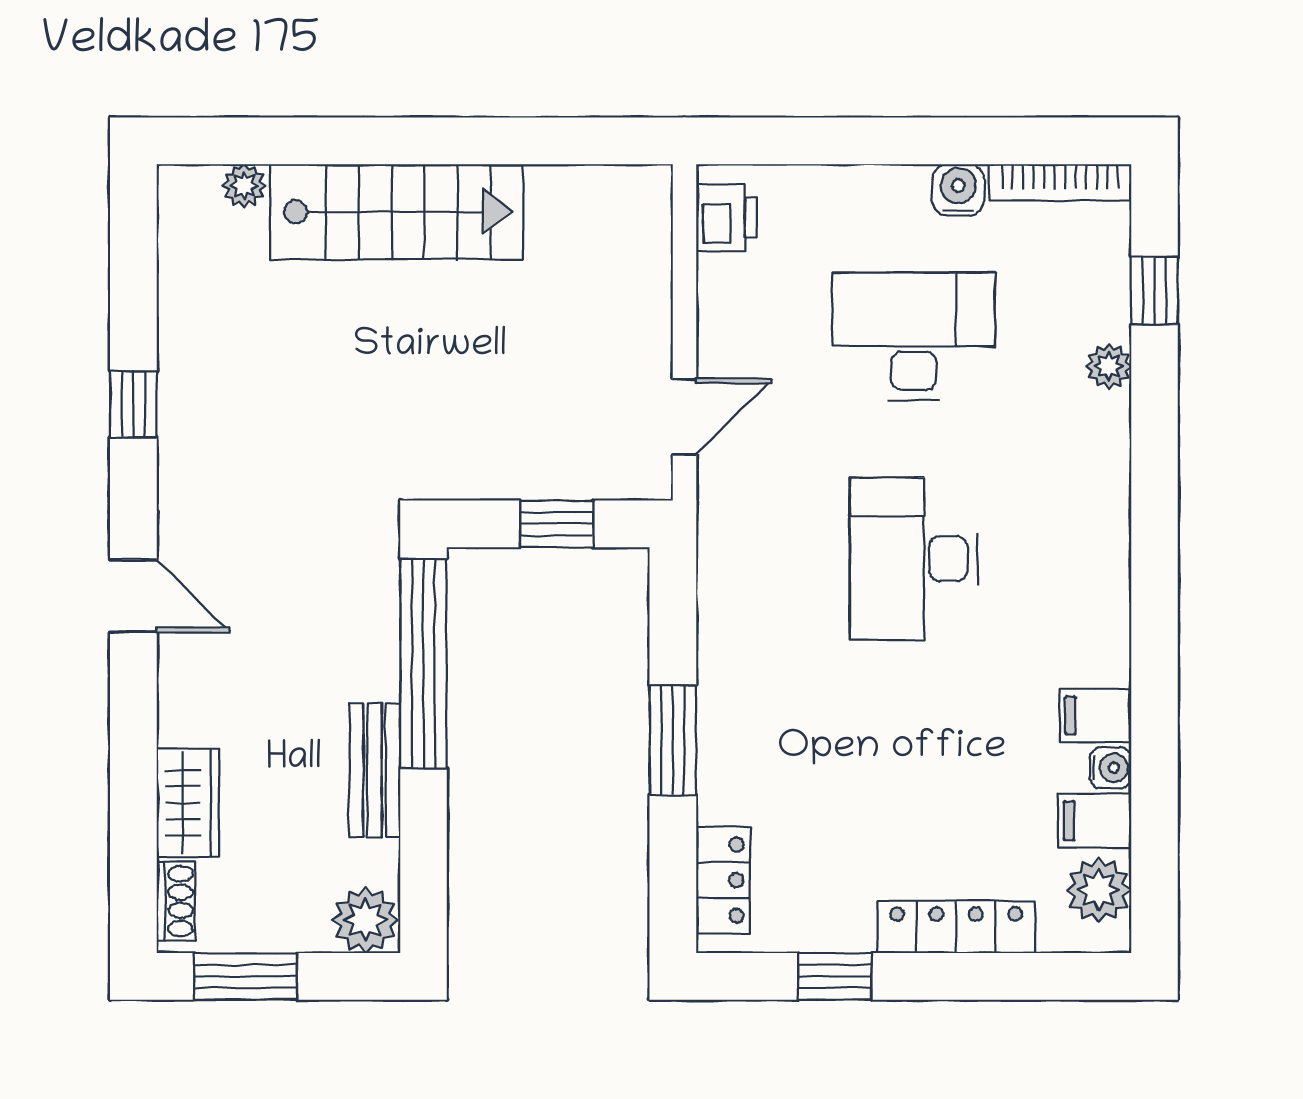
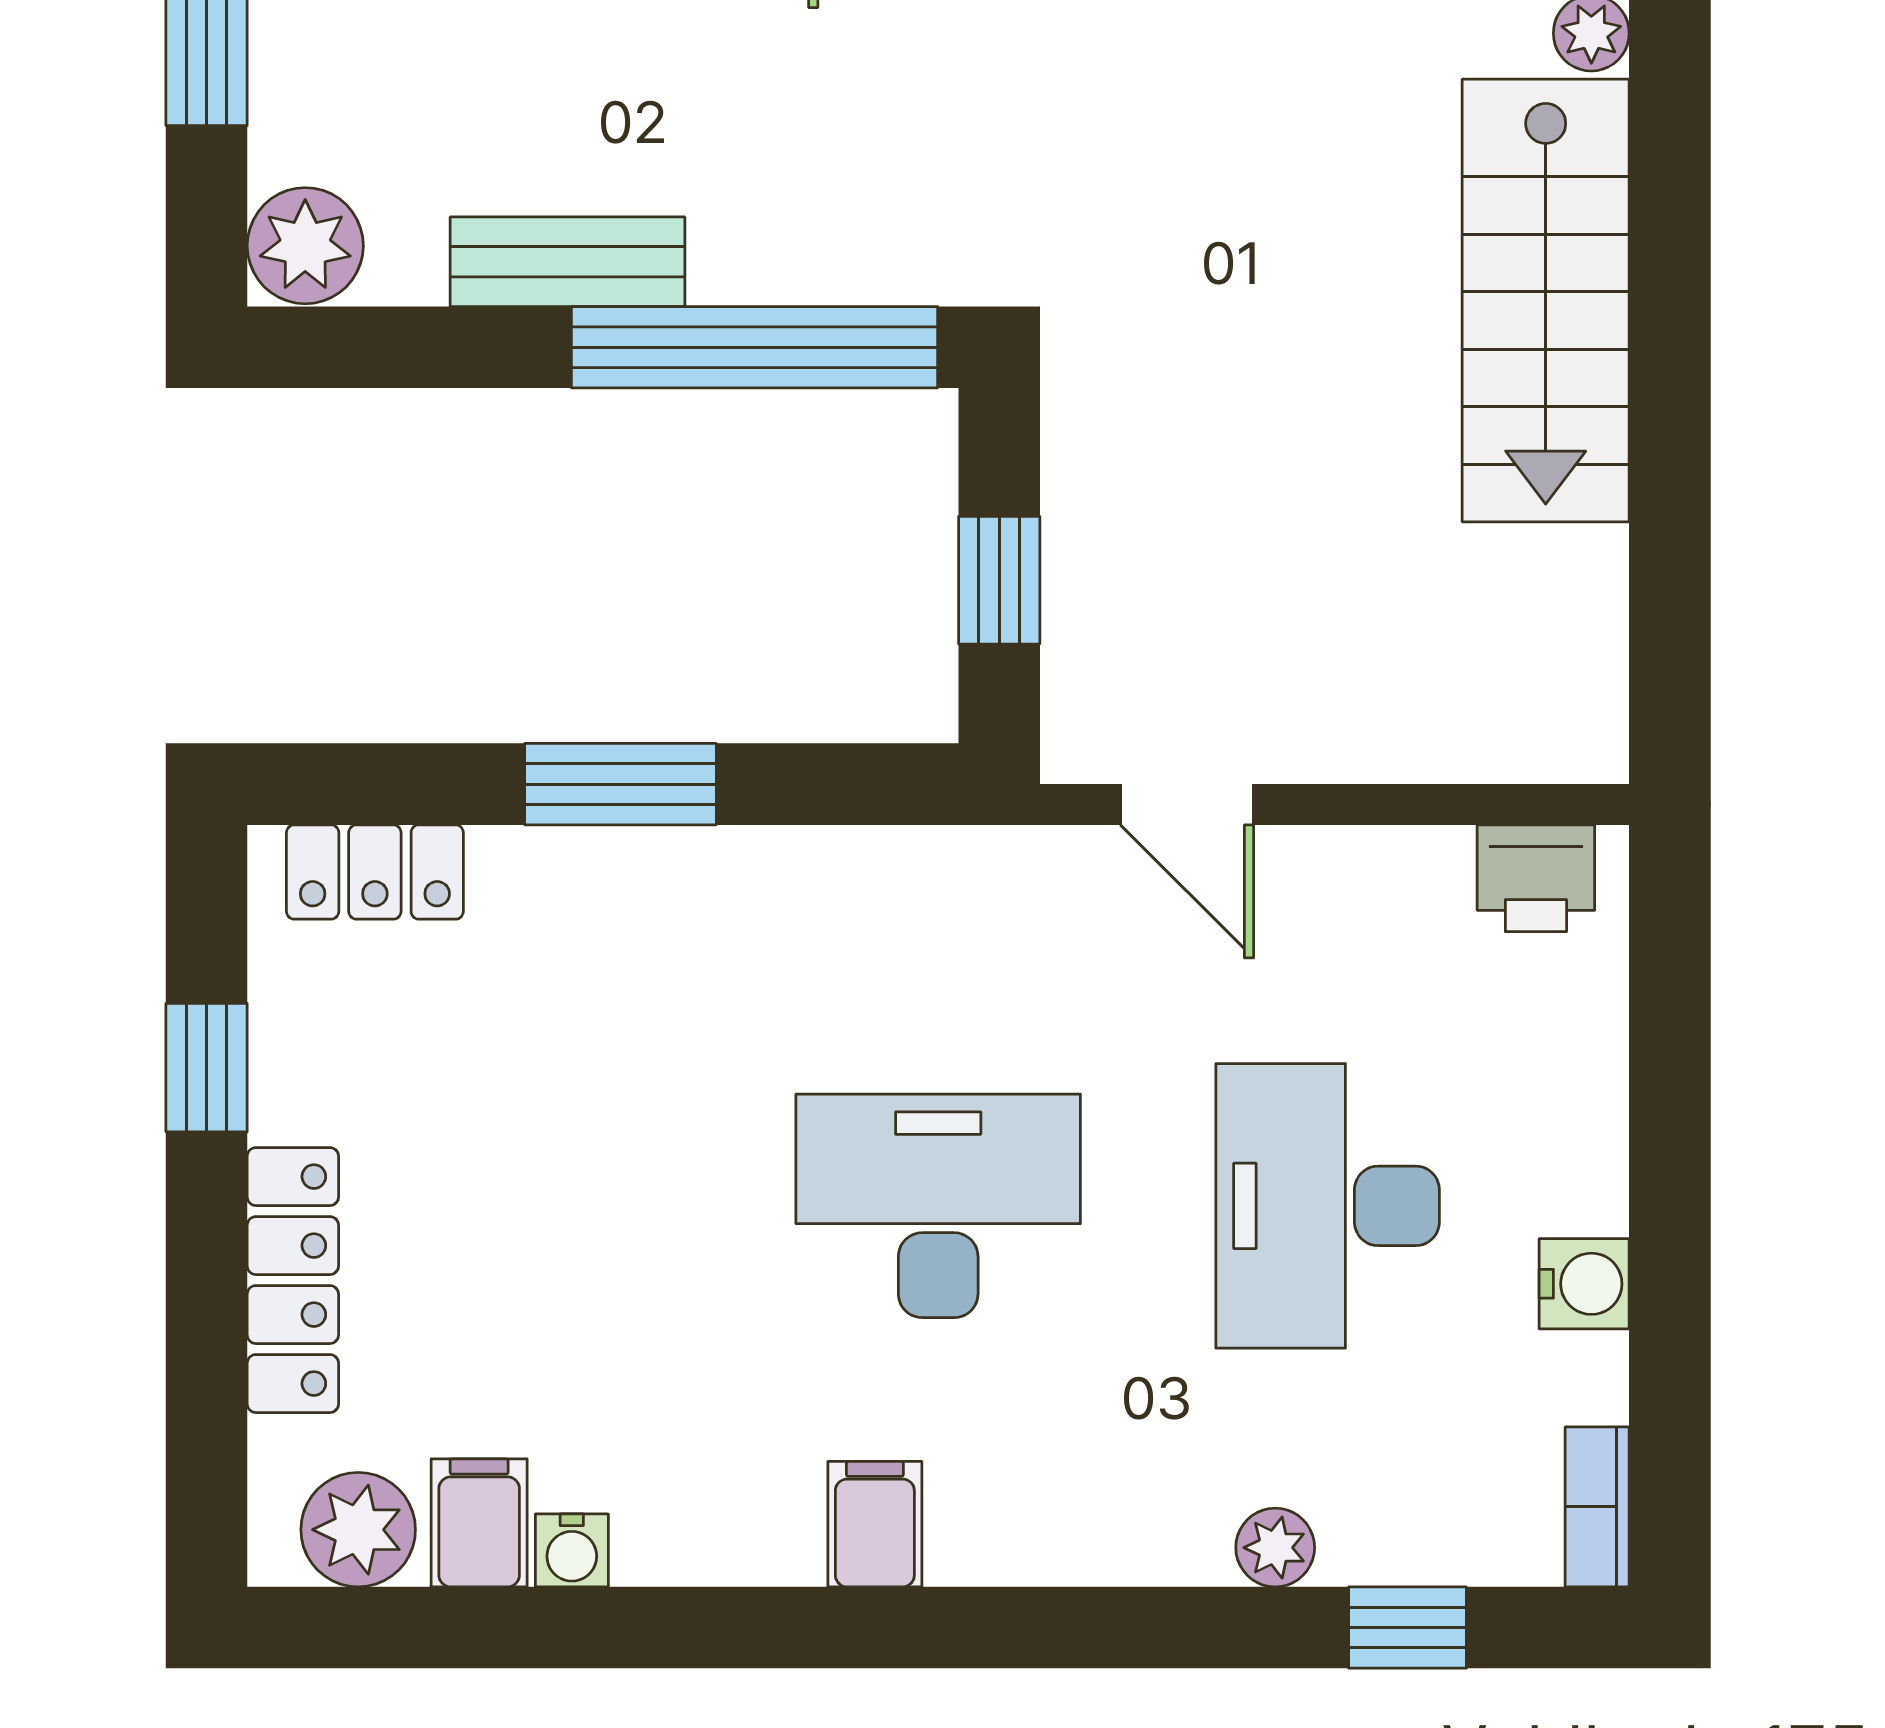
bookcase: (1060, 182) -> (1597, 1507), width x0.64
desk: (914, 336) -> (1328, 1206), turned 180
filing cabinet: (1095, 715) -> (875, 1524), moved

